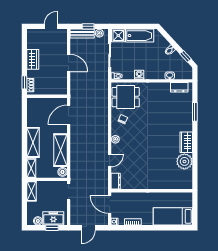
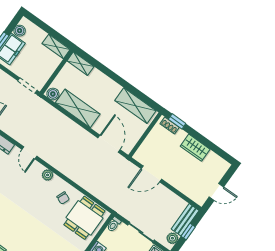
door: (51, 26) -> (216, 192), hinge flipped
door: (69, 63) -> (151, 174), moved
shelving: (33, 142) -> (135, 106), moved

